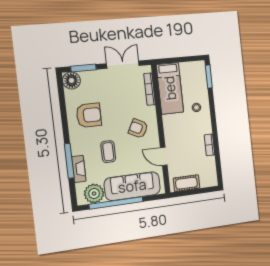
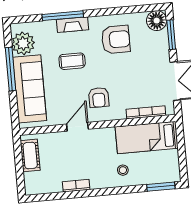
armchair: (89, 115) -> (116, 40), turned -90
armchair: (138, 128) -> (99, 97), turned 153
door: (164, 156) -> (77, 127), moved
fireplace: (79, 169) -> (73, 25), moved
window: (116, 203) -> (11, 69), width x0.68

